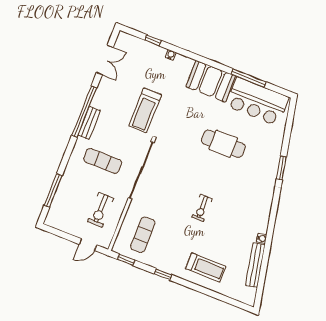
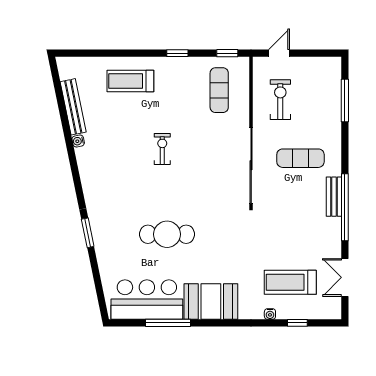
treadmill: (145, 110) -> (290, 282), moved, turned -90

